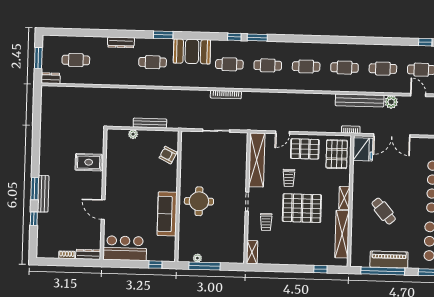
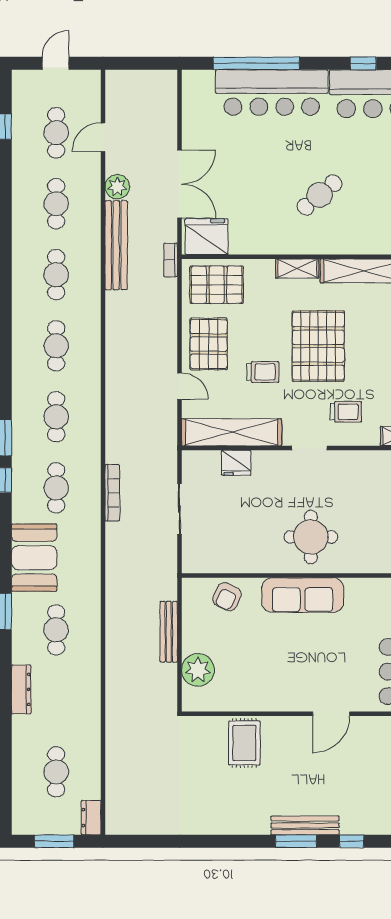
plant: (133, 134) -> (198, 670), width x1.88, depth x1.88
fridge: (240, 162) -> (236, 463), added
sofa: (167, 214) -> (303, 595), moved

